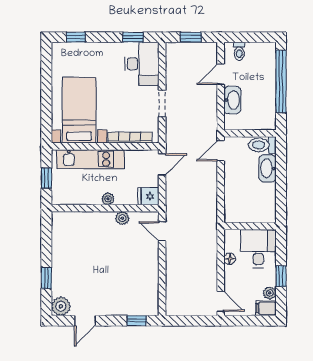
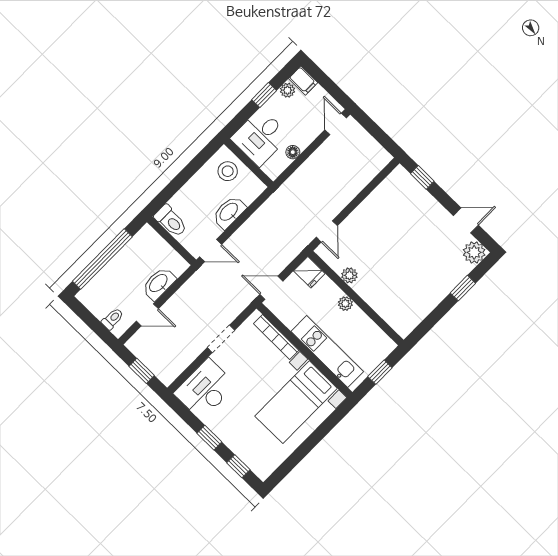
window: (133, 37) -> (209, 438), moved
washbasin: (268, 168) -> (229, 212), moved, turned 180
stool: (258, 209) -> (228, 171), added

